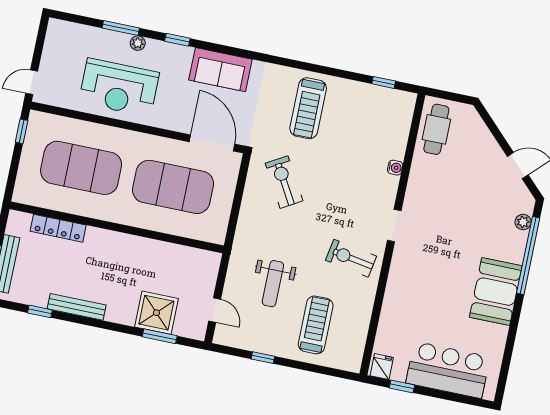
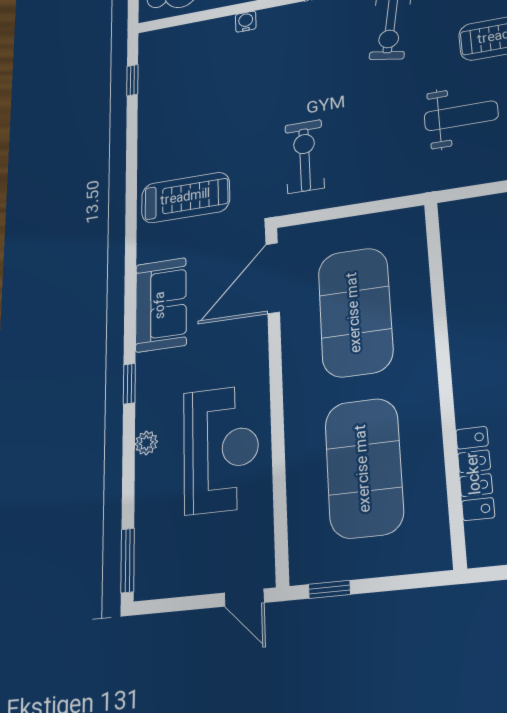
window: (121, 28) -> (128, 560), moved
treadmill: (308, 108) -> (185, 198), moved
exercise bike: (284, 182) -> (305, 156), turned 120

